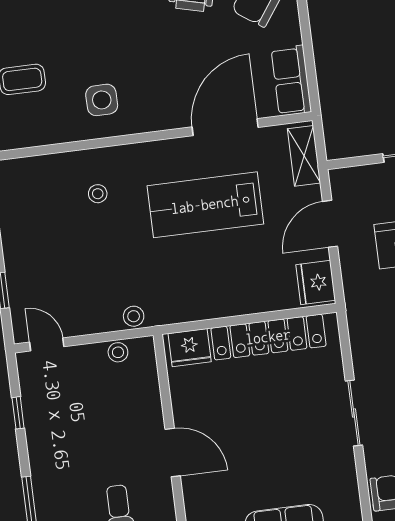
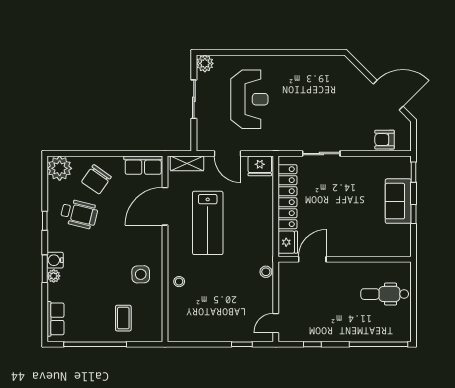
door: (225, 127) -> (165, 206), hinge flipped
stool: (98, 194) -> (179, 282), moved
stool: (118, 352) -> (285, 283), removed
sliding door: (354, 413) -> (321, 154), moved
door: (173, 453) -> (312, 259), moved

